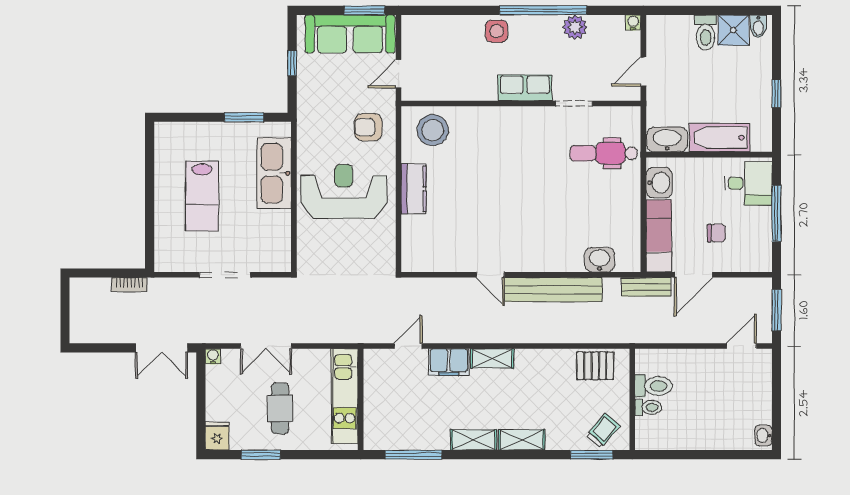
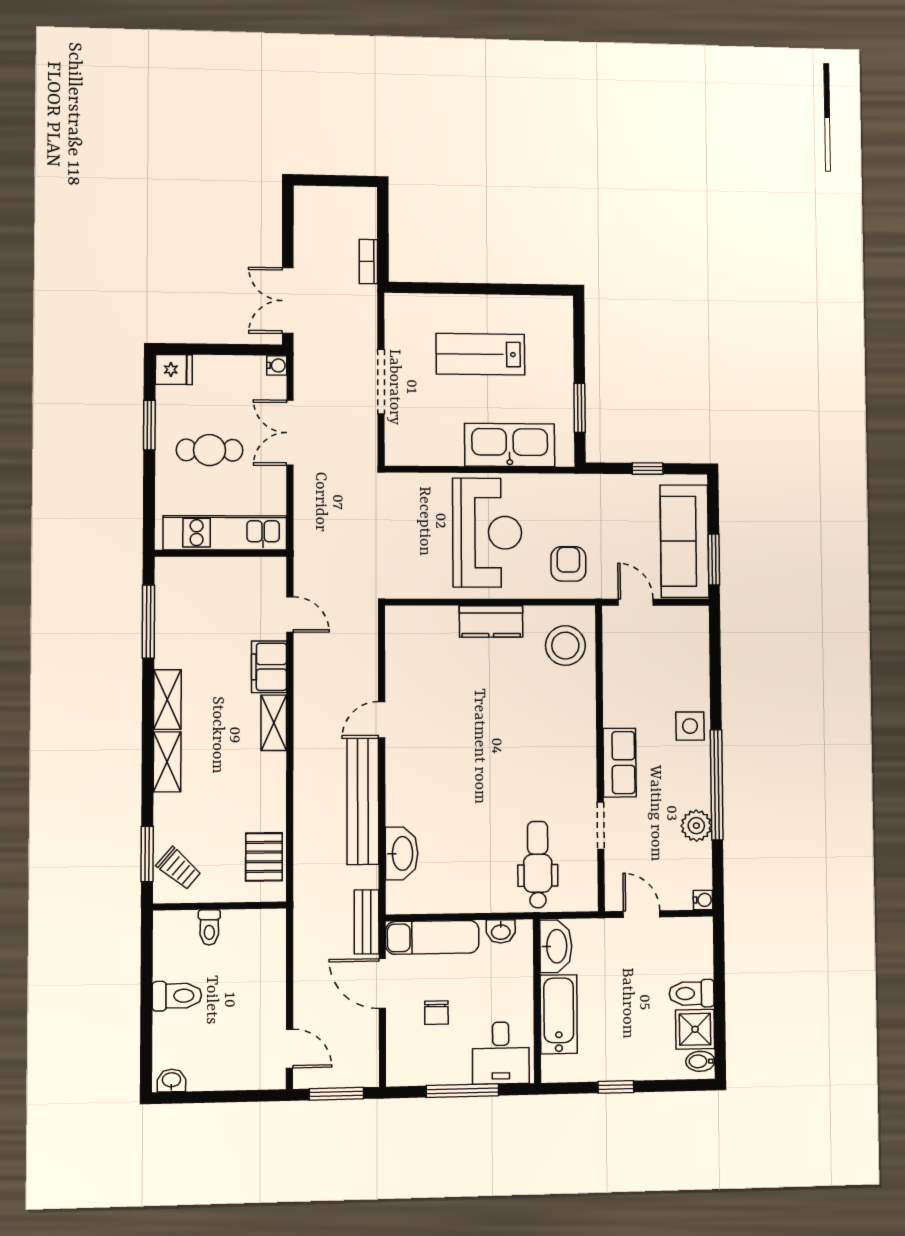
washbasin: (659, 183) -> (501, 931), width x0.72, depth x0.69
washbasin: (599, 260) -> (402, 853), width x1.38
toilet: (653, 386) -> (177, 996), moved, turned -90

